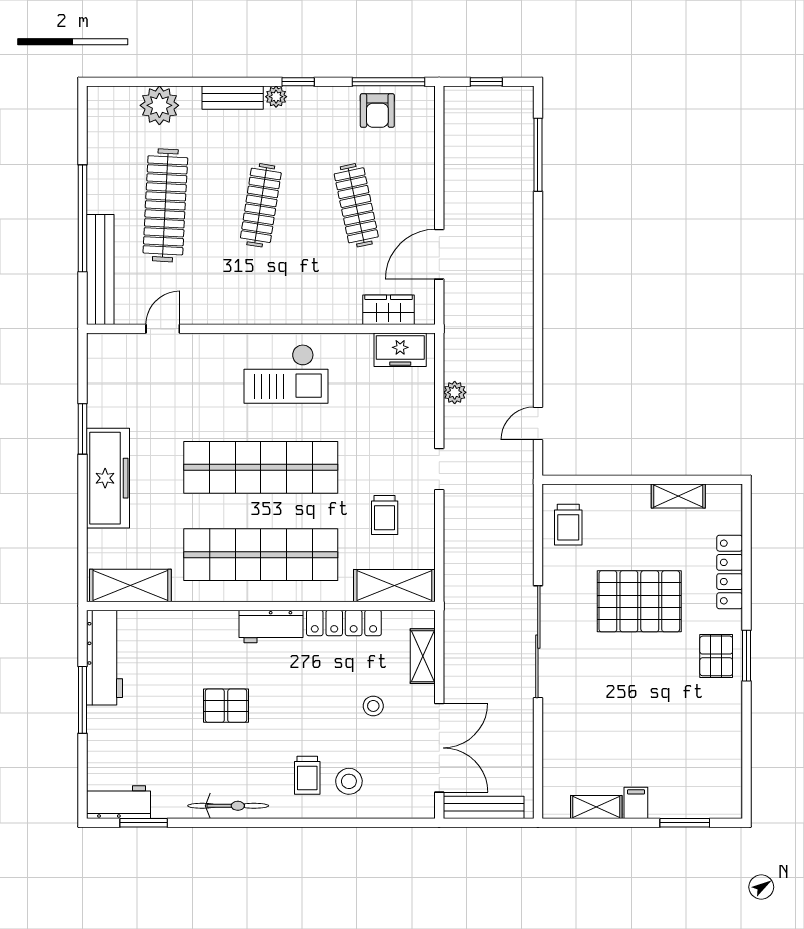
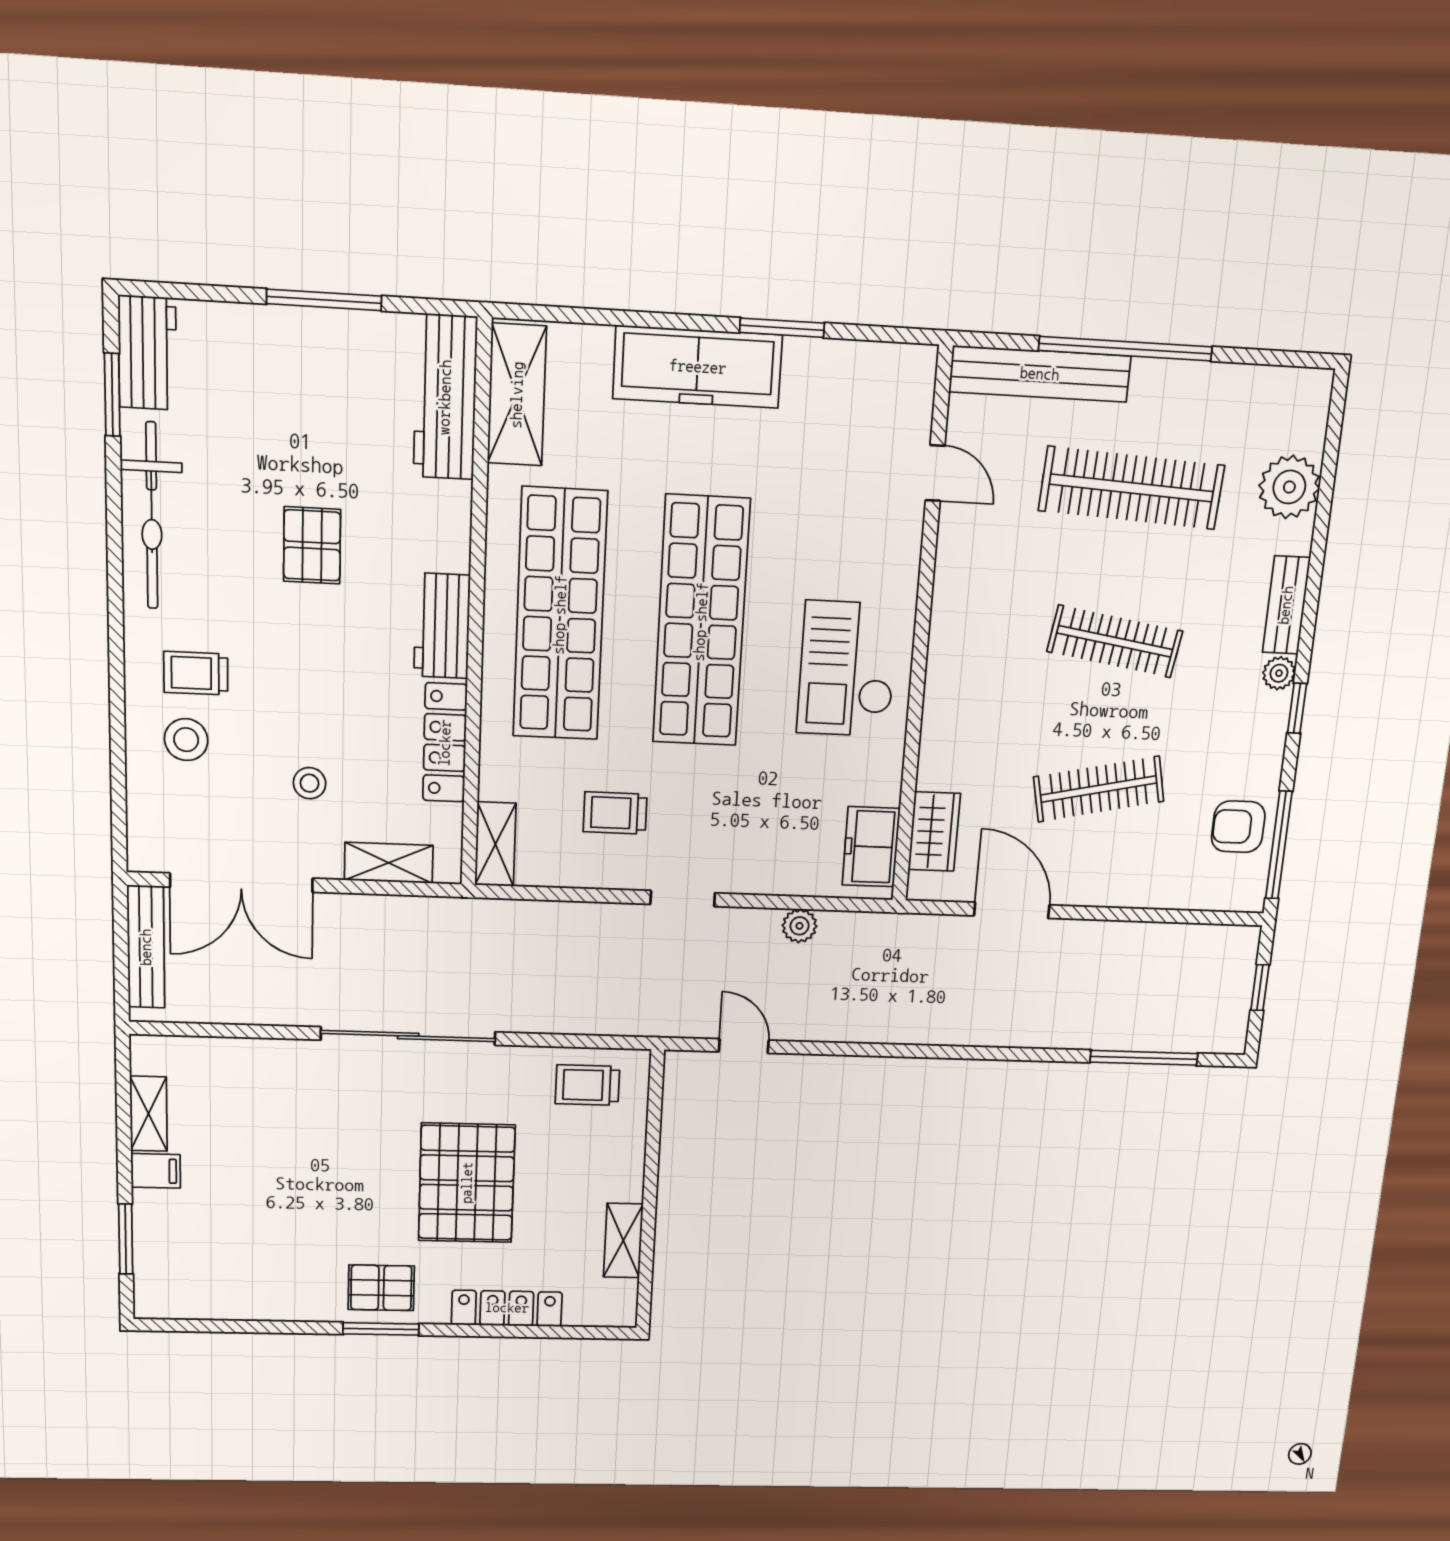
shelving: (394, 586) -> (495, 844), width x0.67, depth x0.75
workbench: (104, 658) -> (445, 397), moved, turned 90
bicycle: (228, 806) -> (152, 516), width x1.37, depth x1.40

